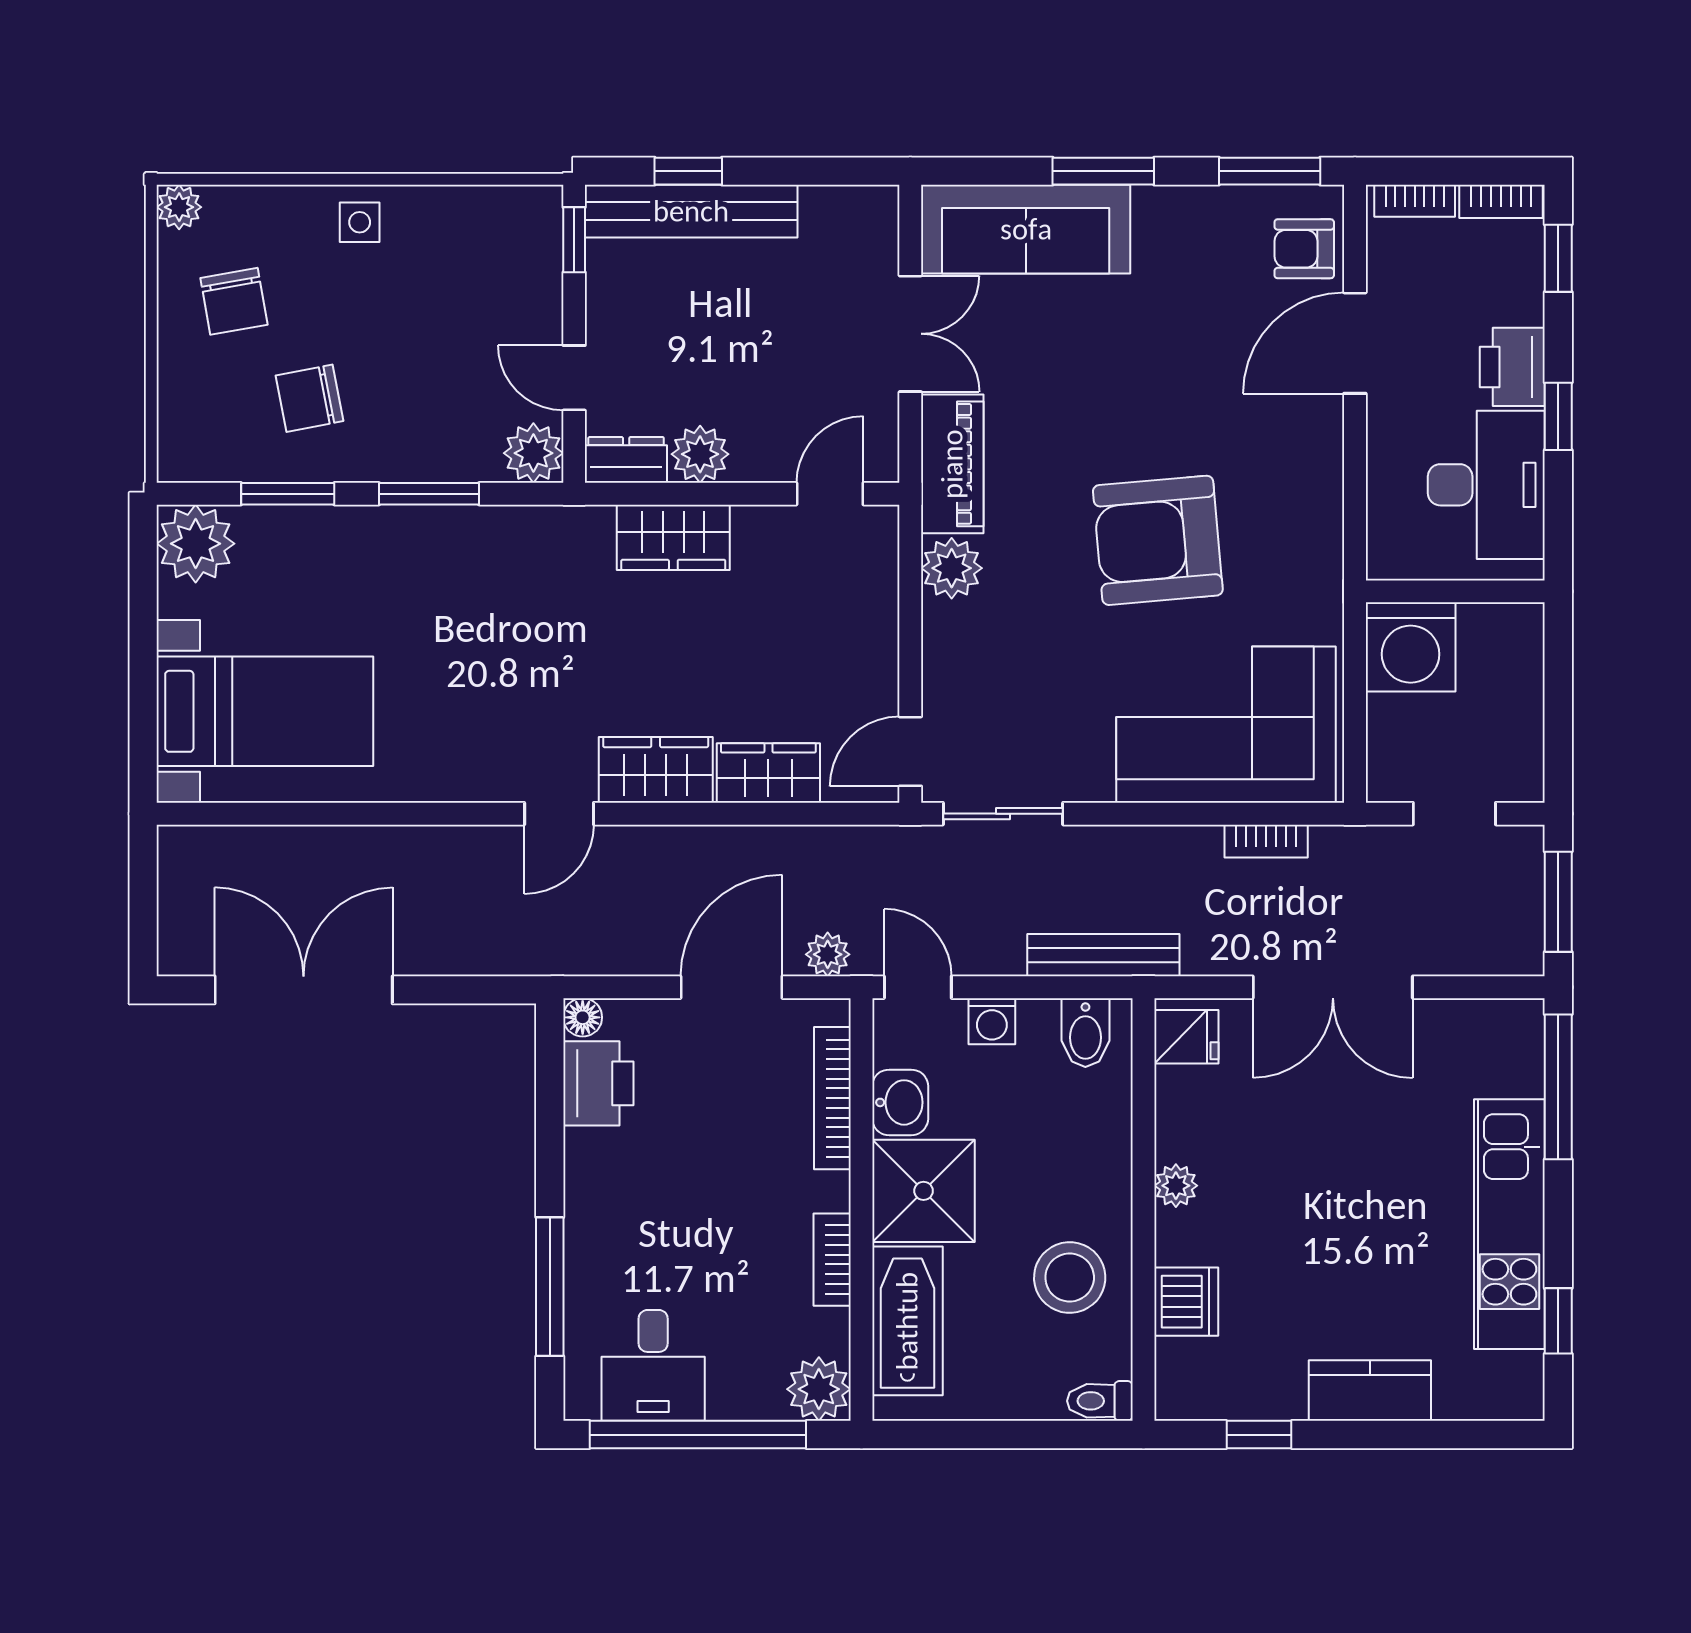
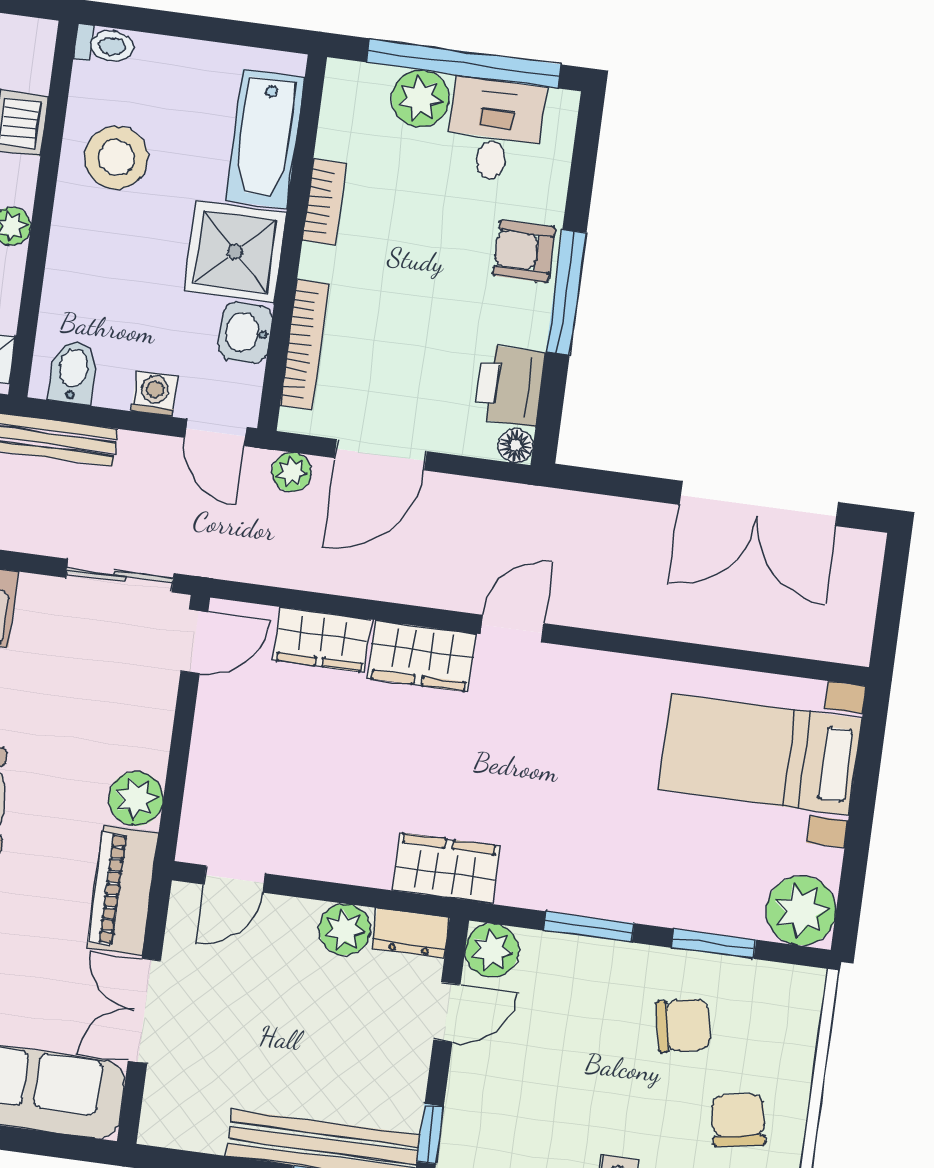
door: (574, 378) -> (447, 1012), hinge flipped
wardrobe: (673, 537) -> (446, 868), moved
armchair: (602, 1235) -> (524, 251), added
window: (550, 1287) -> (566, 292), moved
plant: (819, 1389) -> (420, 98), moved

